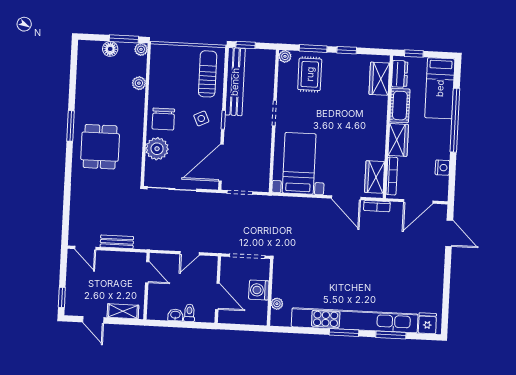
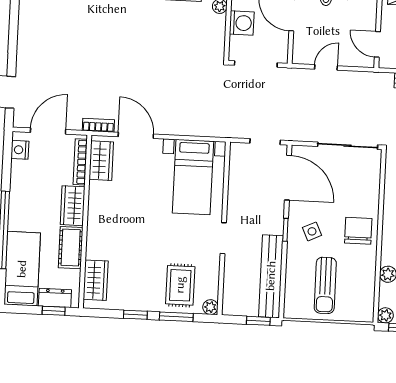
sun lounger: (208, 74) -> (325, 285), moved
dresser: (400, 74) -> (55, 298), moved, turned 90
plant: (157, 149) -> (366, 195), removed
door: (221, 163) -> (288, 178), hinge flipped
nightstand: (442, 168) -> (20, 150), moved

